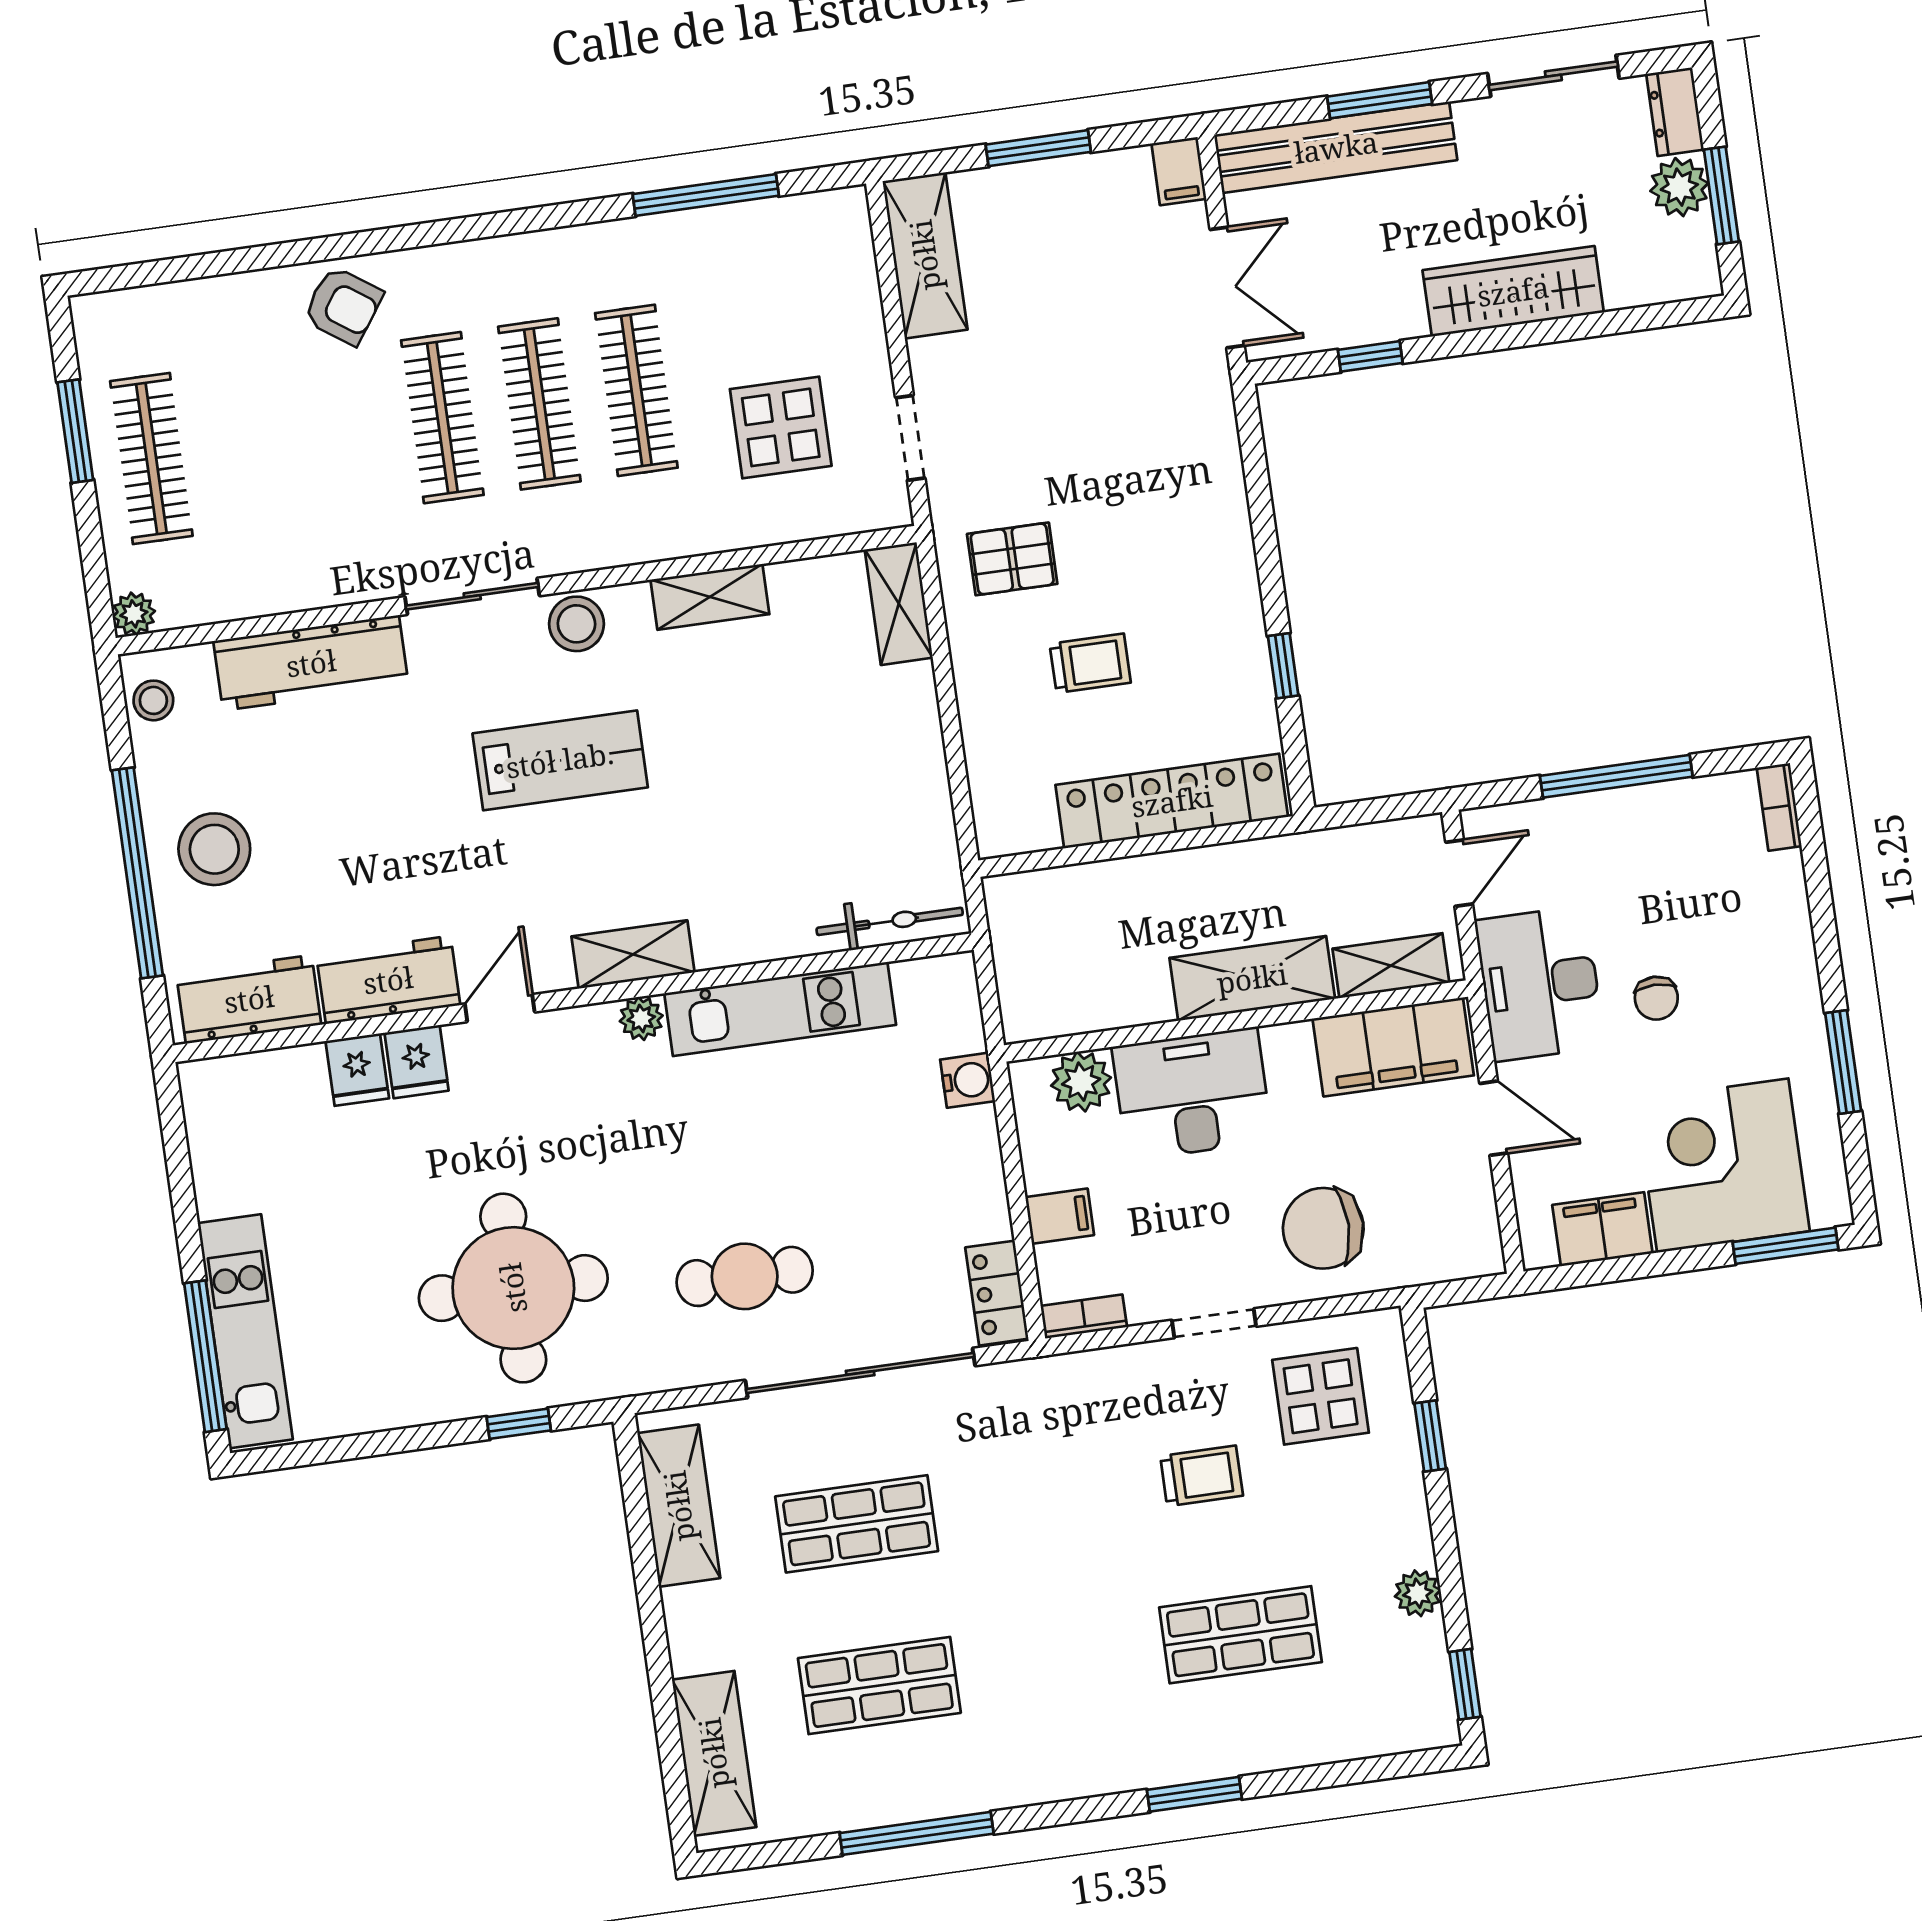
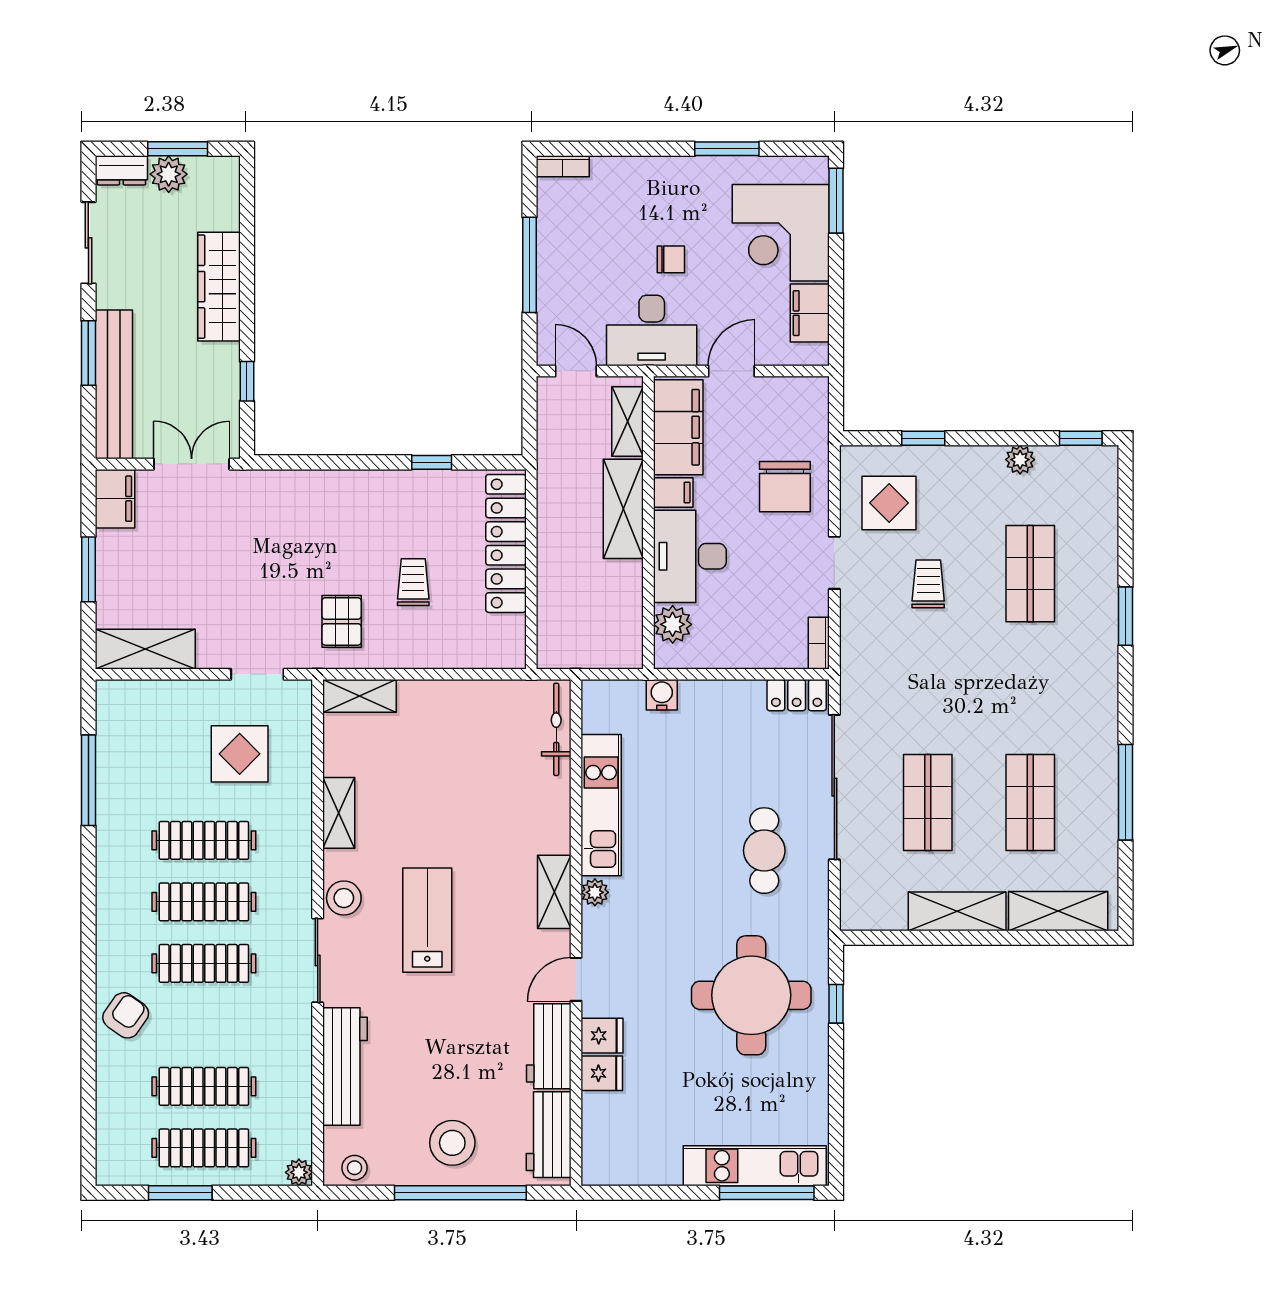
filing cabinet: (1179, 171) -> (115, 499), width x2.00
clothes rail: (248, 445) -> (204, 1086), added
door: (500, 1008) -> (576, 979), hinge flipped
filing cabinet: (1060, 1216) -> (673, 493), moved, turned 90
shelving: (679, 1506) -> (957, 911), moved

